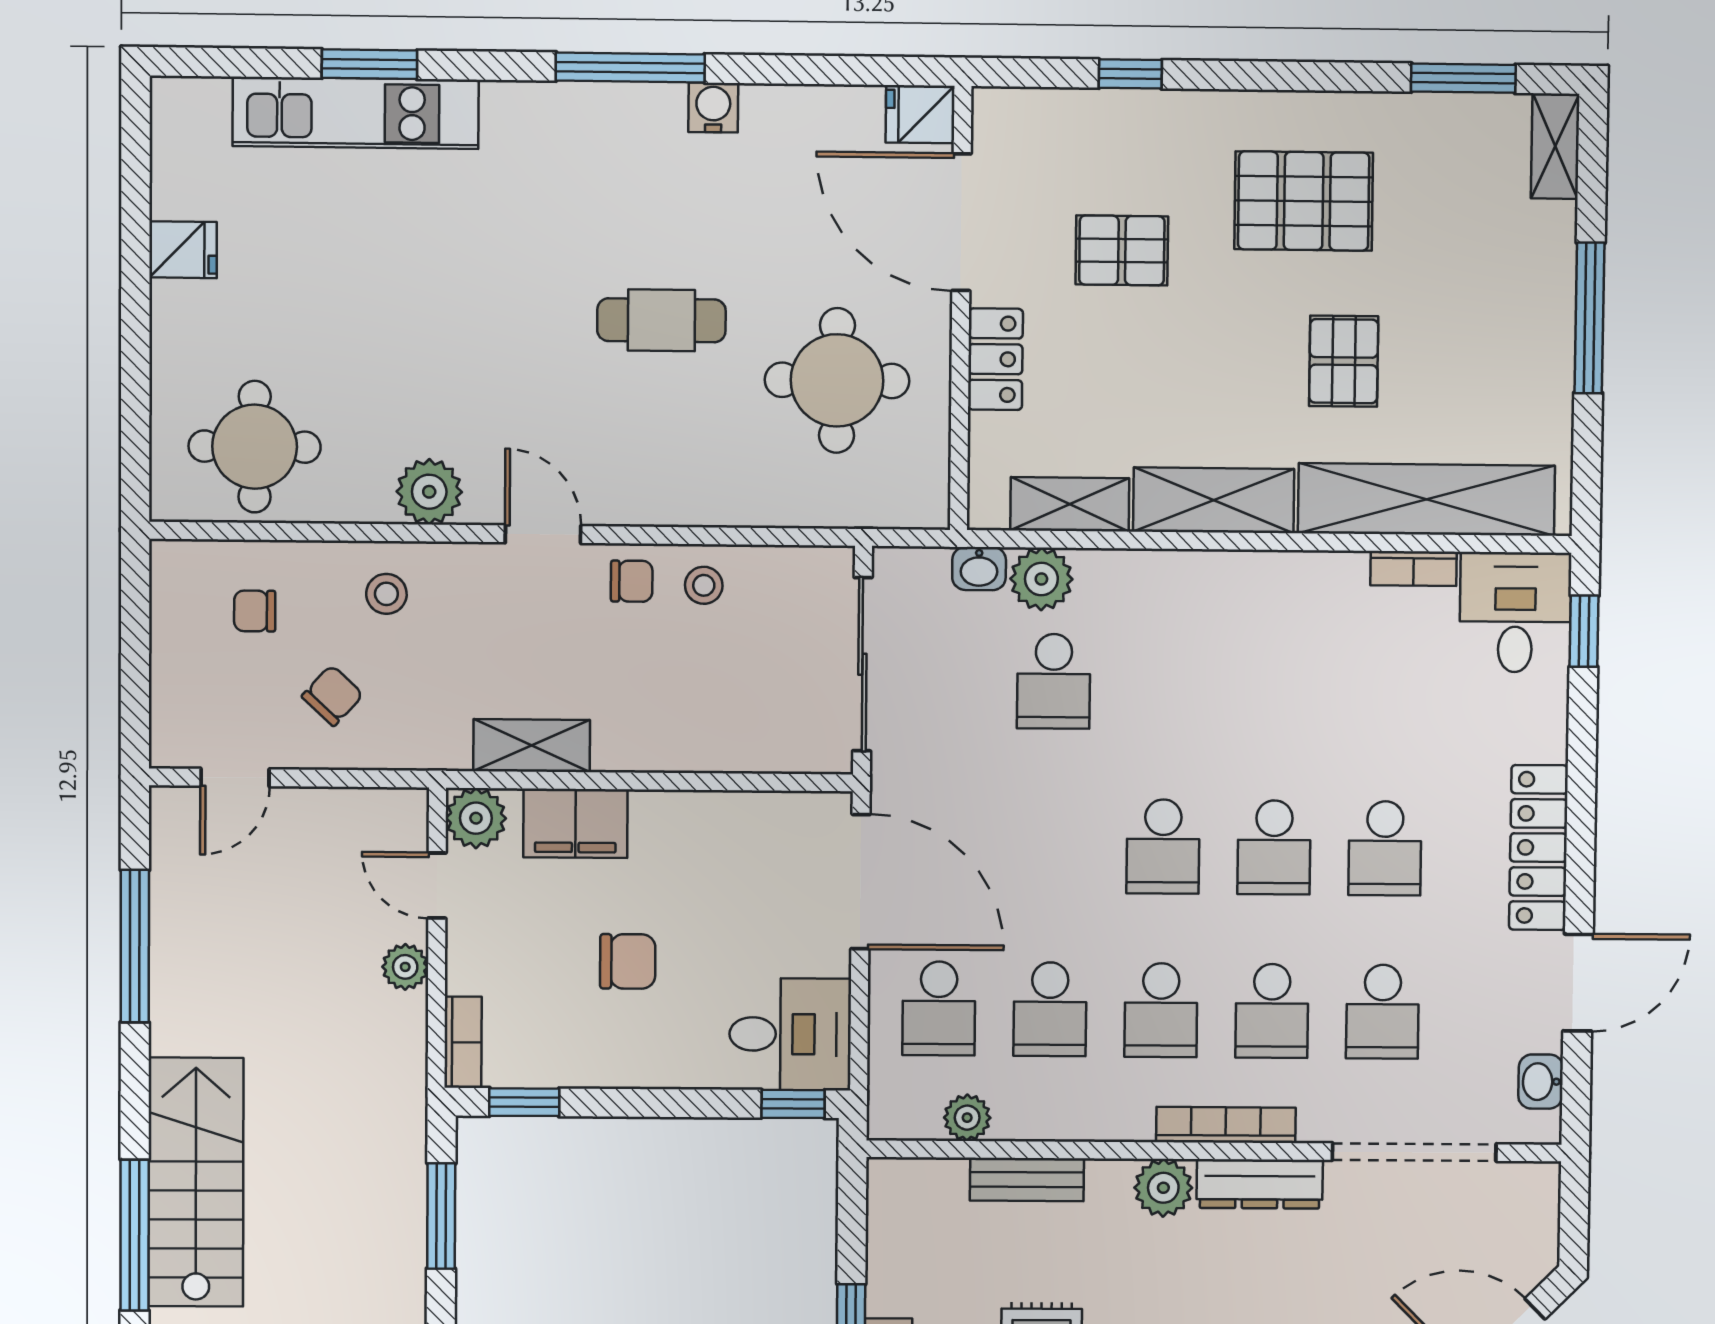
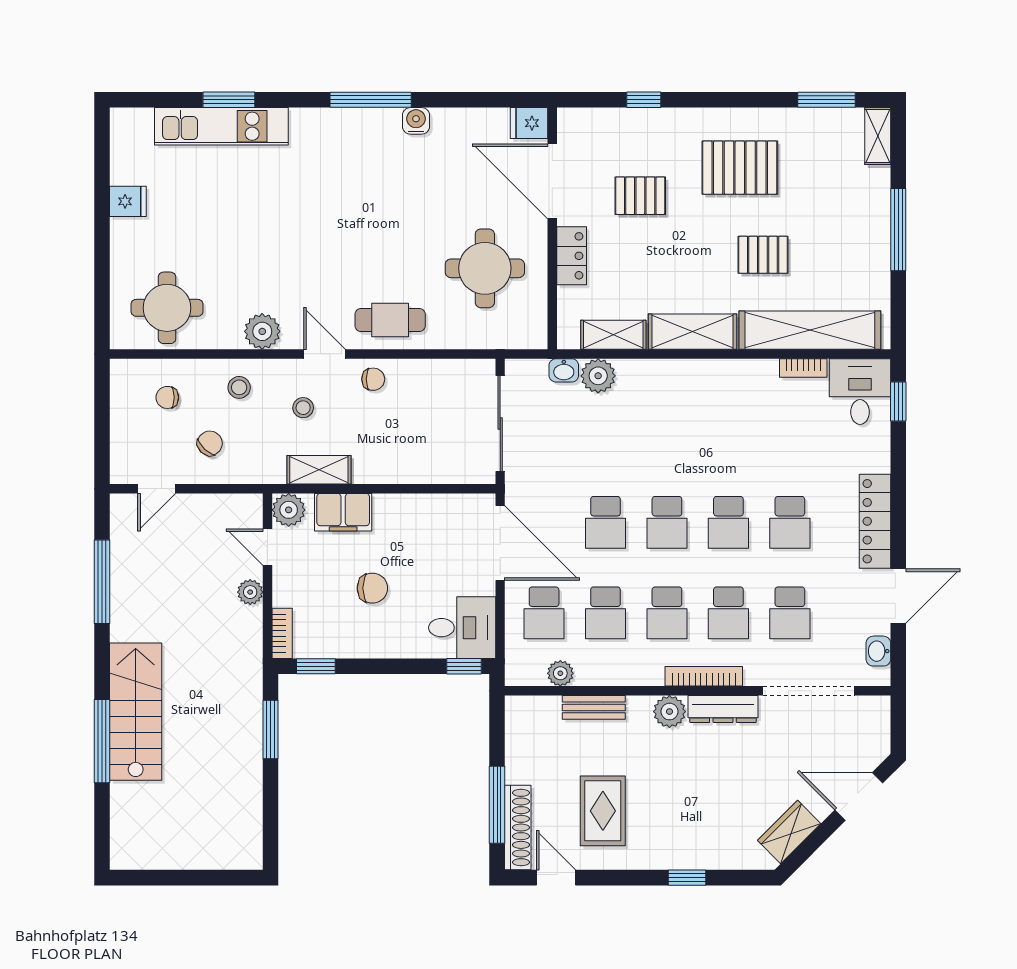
cafe table: (661, 320) -> (390, 320), moved
pallet: (1344, 361) -> (763, 255), turned 90
stool: (704, 585) -> (303, 408), moved
school desk: (1054, 681) -> (606, 522), moved

